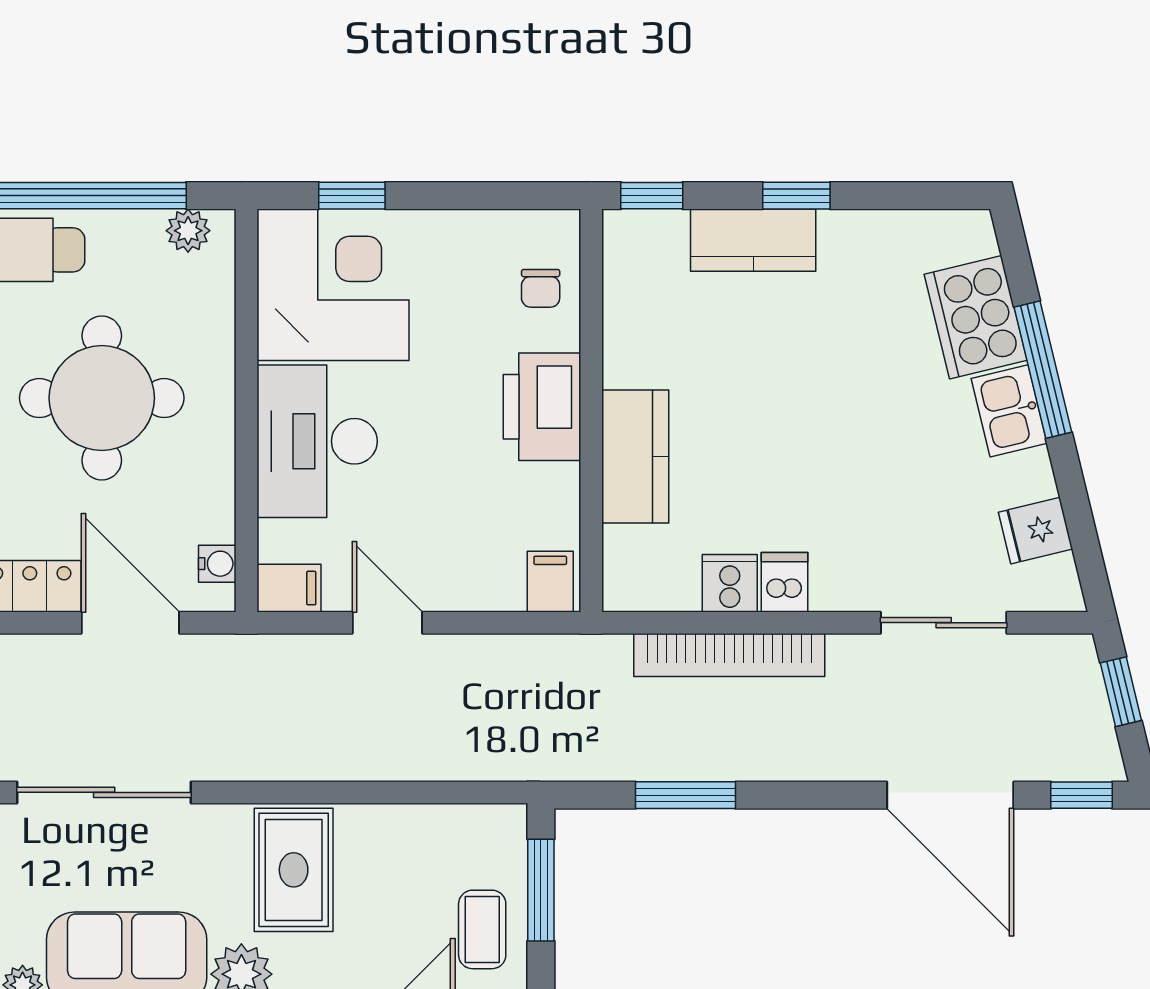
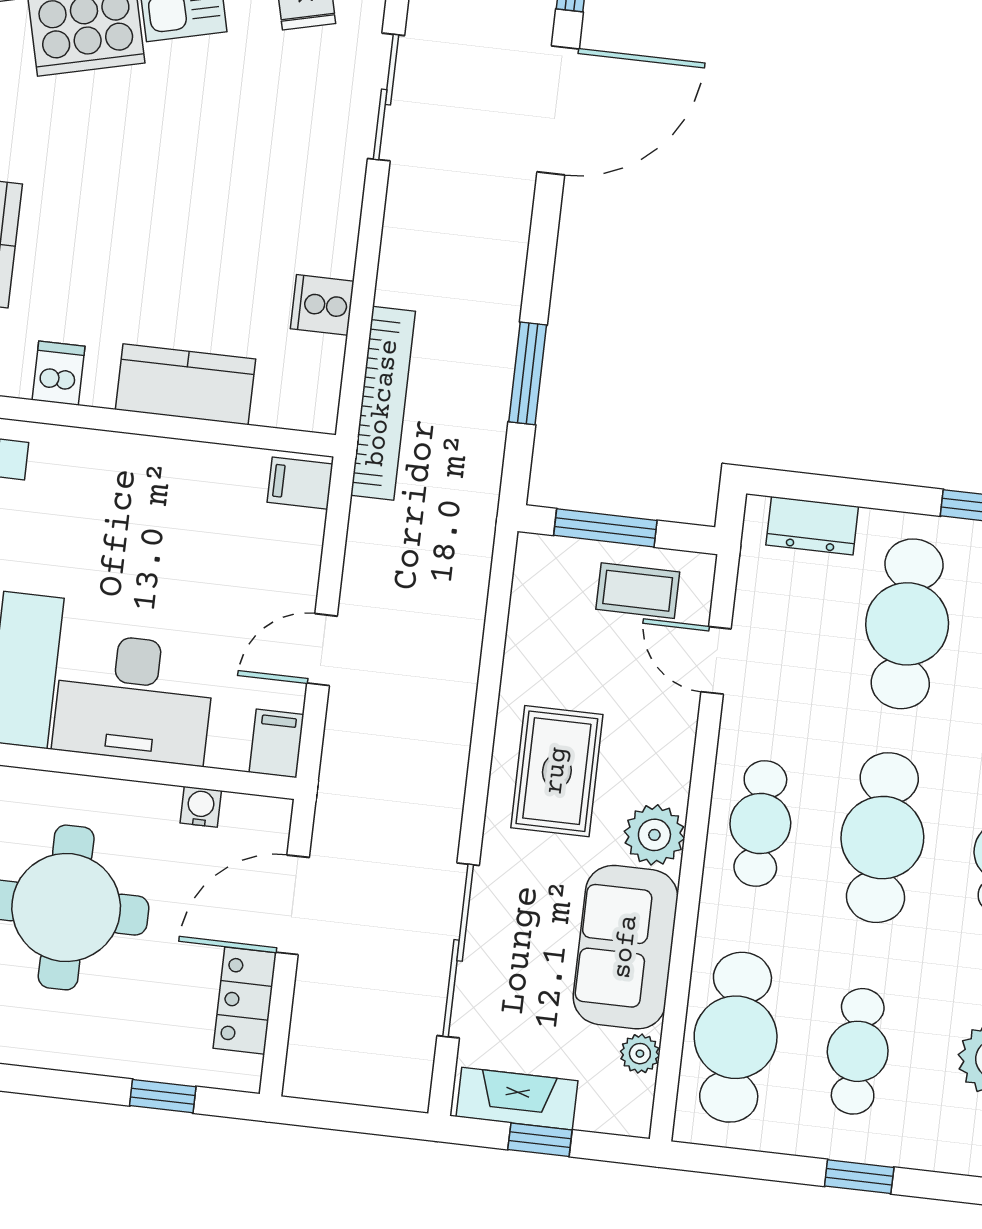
printer: (542, 407) -> (125, 471), removed
water cooler: (217, 564) -> (201, 807), moved
dishwasher: (785, 582) -> (58, 373), moved, turned 90
bookcase: (729, 655) -> (383, 403), moved
rug: (294, 870) -> (557, 771), turned 90

